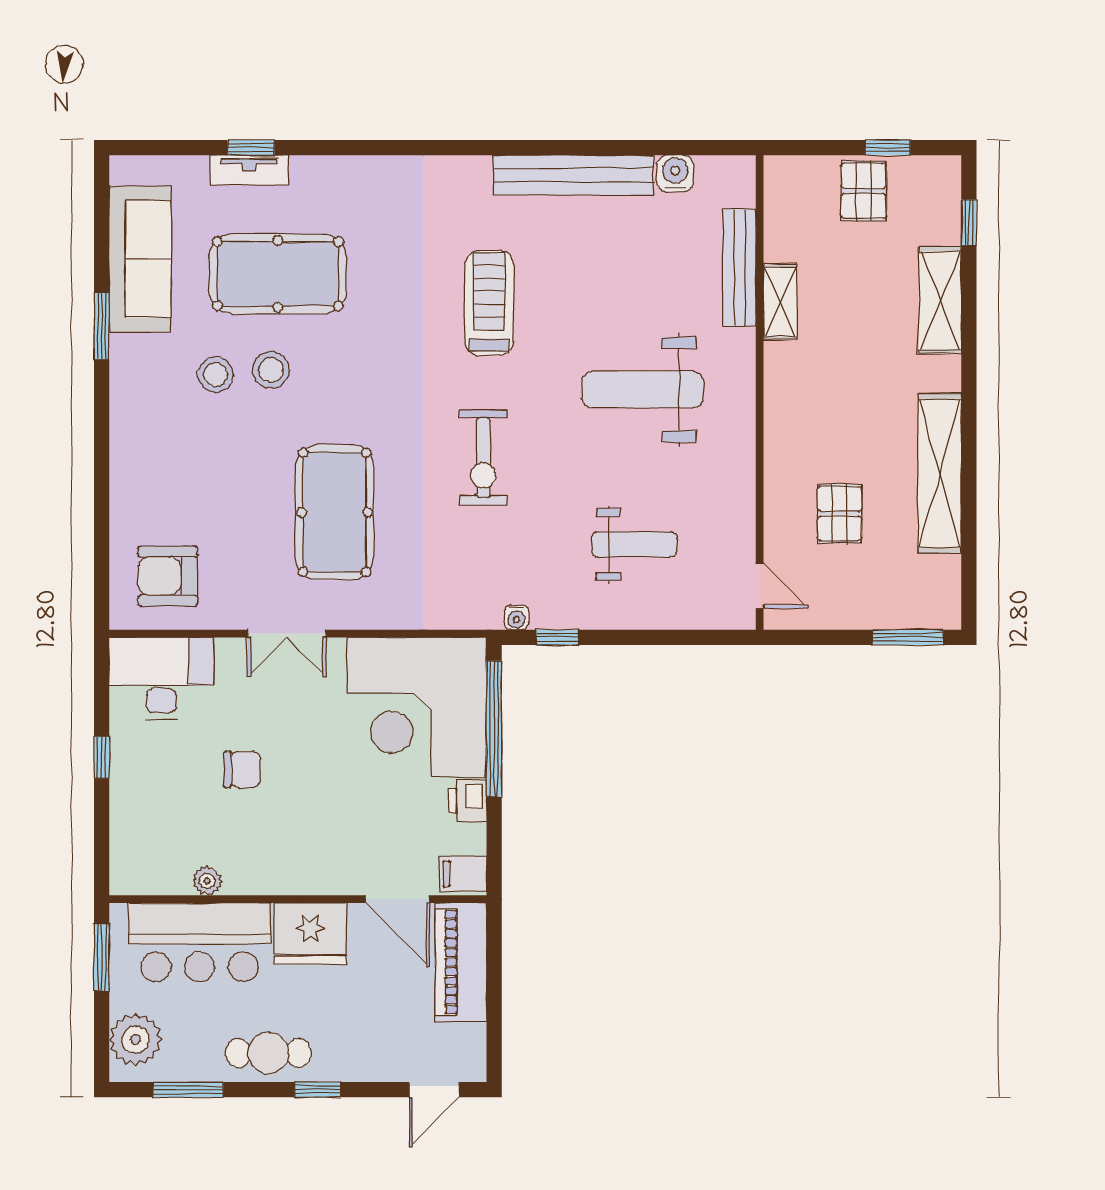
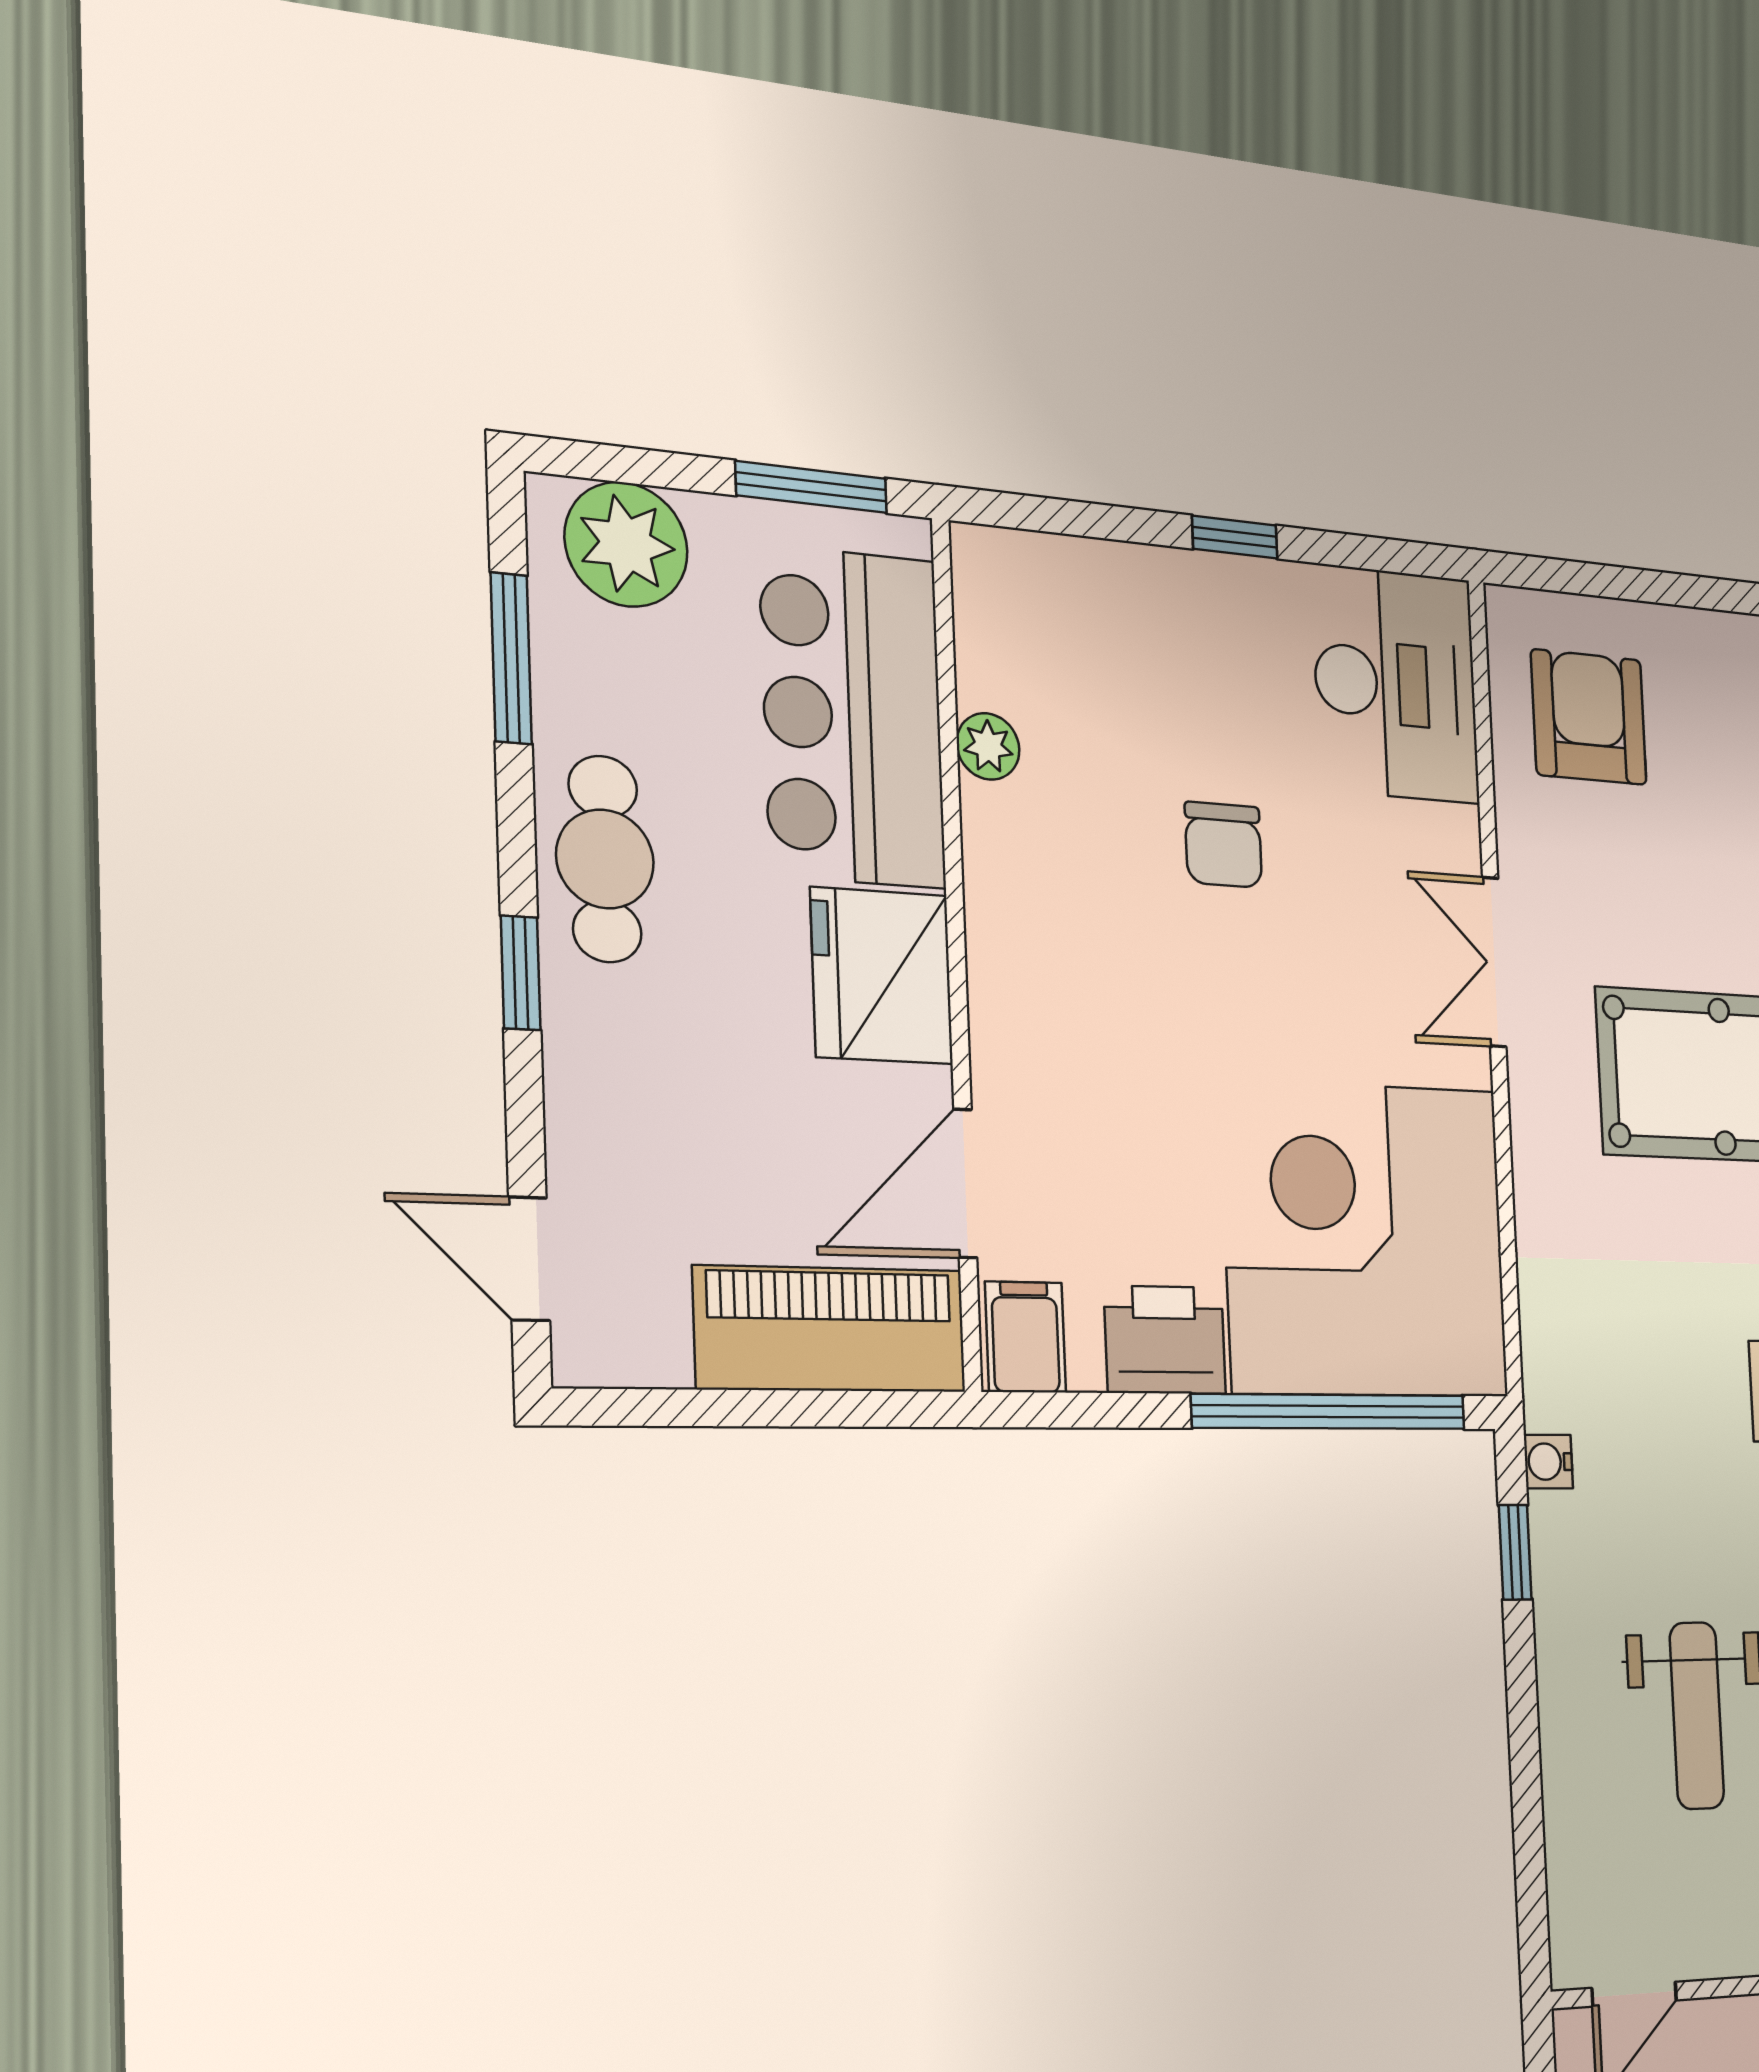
printer: (468, 801) -> (1165, 1340), width x1.36, depth x1.24

